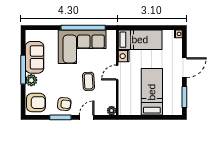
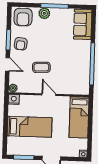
corner sofa: (82, 47) -> (74, 62), removed
nightstand: (124, 56) -> (14, 99), moved
sofa: (34, 57) -> (83, 24), moved, turned 90

